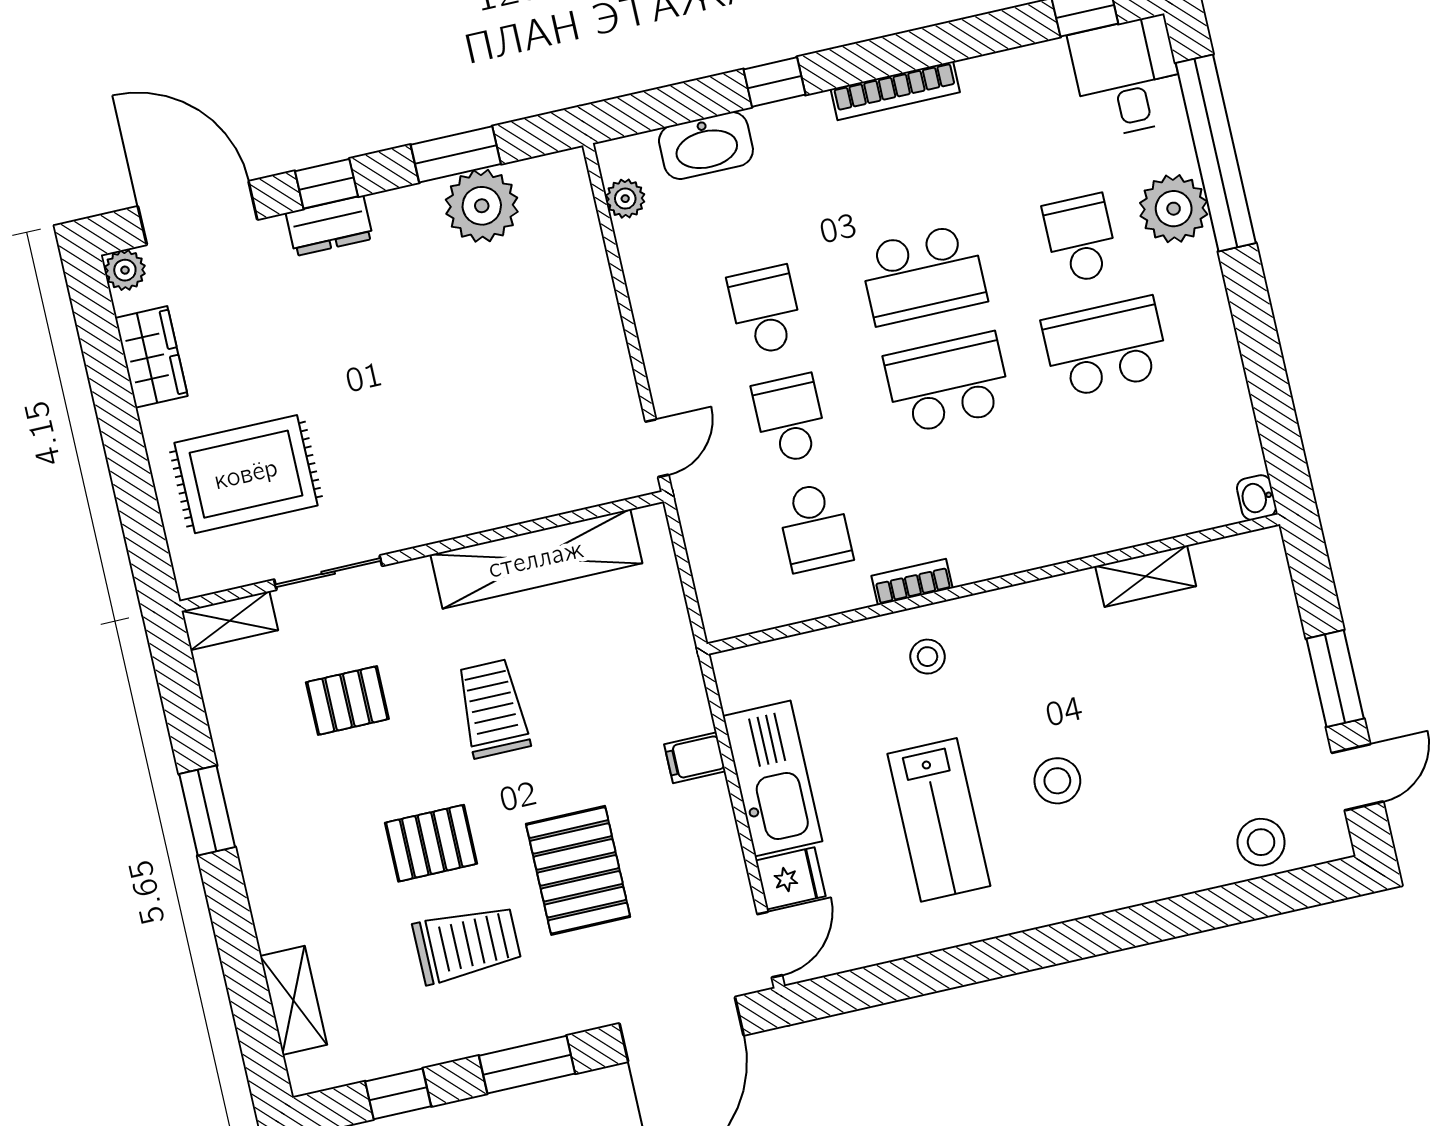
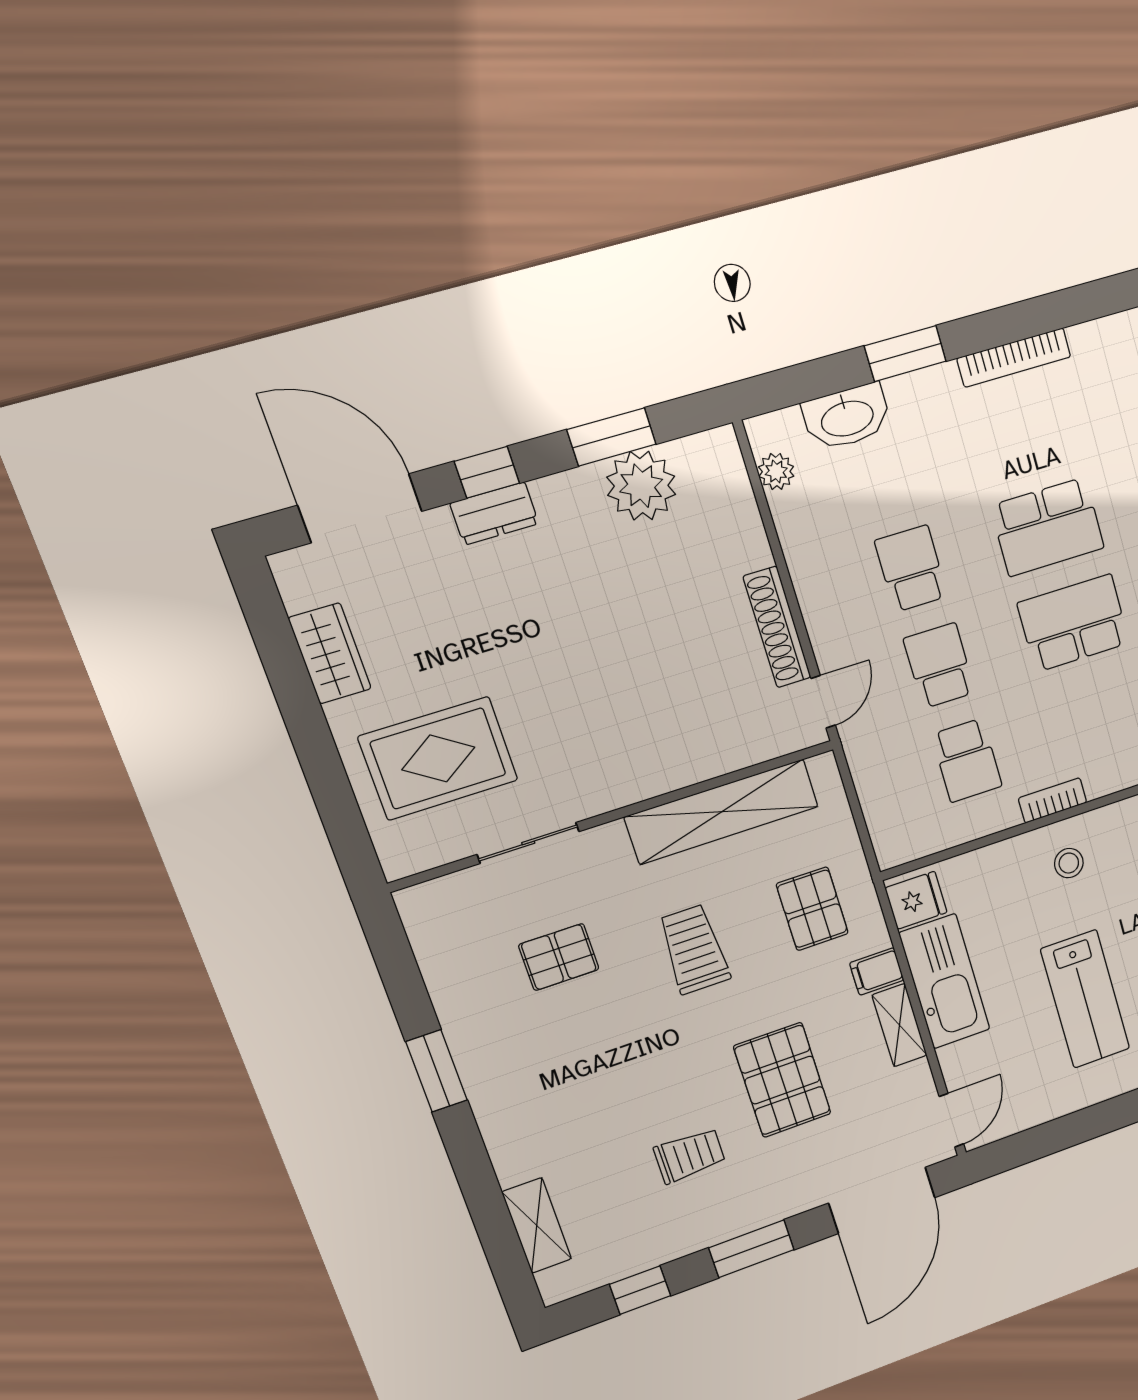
window: (774, 82) -> (905, 354), width x1.50
plant: (125, 270) -> (292, 570), removed
shoe rack: (613, 363) -> (777, 627), added
shelving: (230, 621) -> (899, 1025), moved, turned 90
pallet: (431, 843) -> (812, 909), moved, turned 90
fridge: (791, 878) -> (916, 900), moved
trolley: (467, 944) -> (689, 1155), width x0.73, depth x0.72

